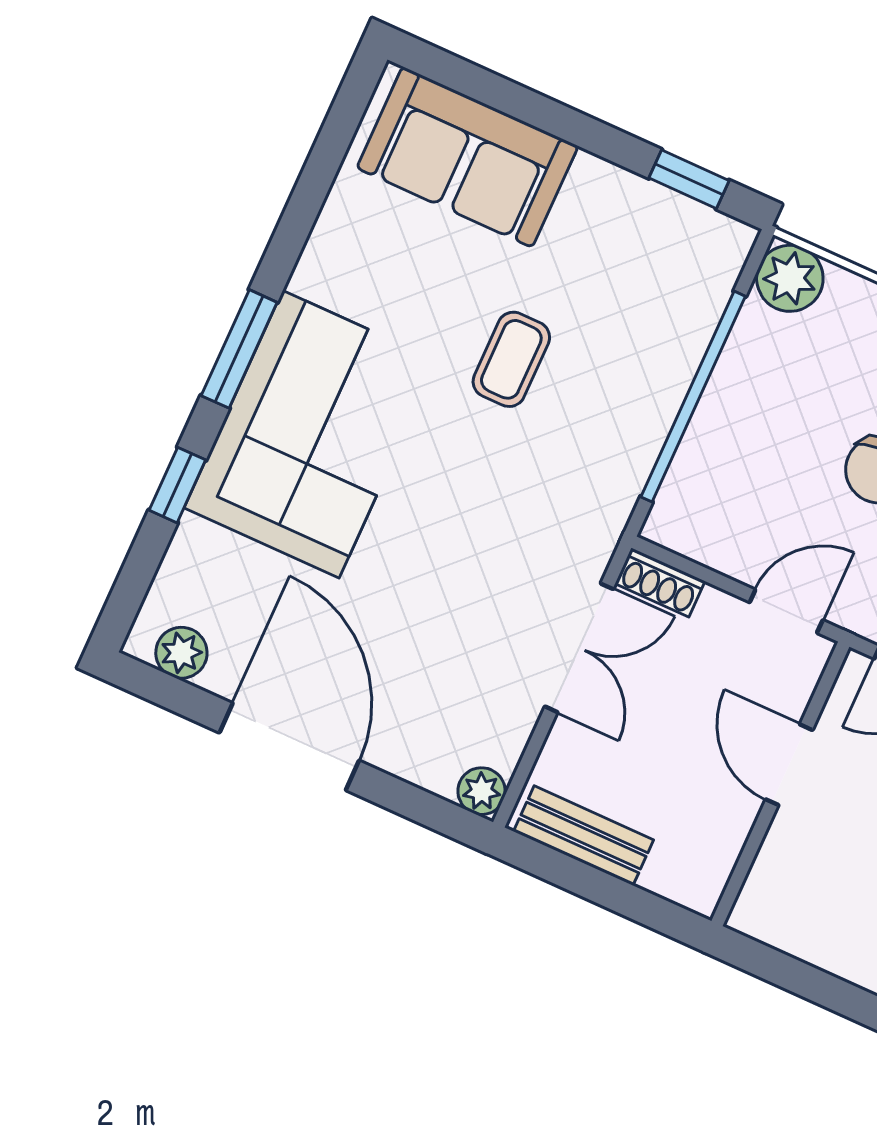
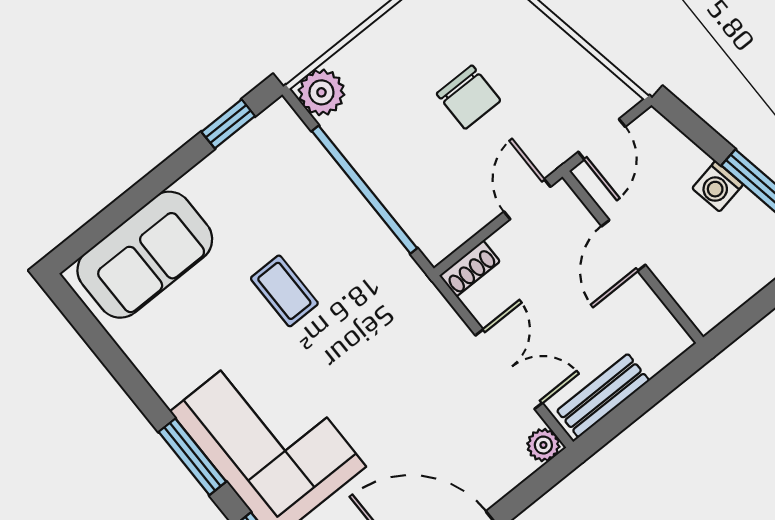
double door: (579, 648) -> (509, 369), moved
door: (789, 765) -> (624, 246), hinge flipped

